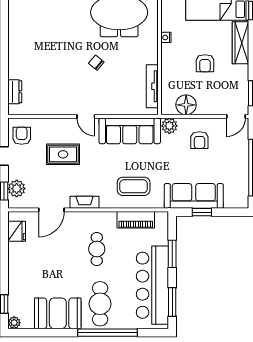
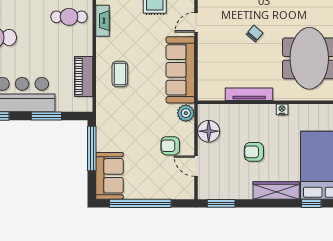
tv unit: (152, 86) -> (249, 94), moved
door: (236, 116) -> (196, 166), moved
coffee table: (134, 186) -> (120, 74), width x0.73, depth x0.77
sofa: (194, 196) -> (109, 176), moved, width x0.73
window: (202, 212) -> (92, 149), width x2.17
cafe table: (97, 249) -> (69, 17), moved

